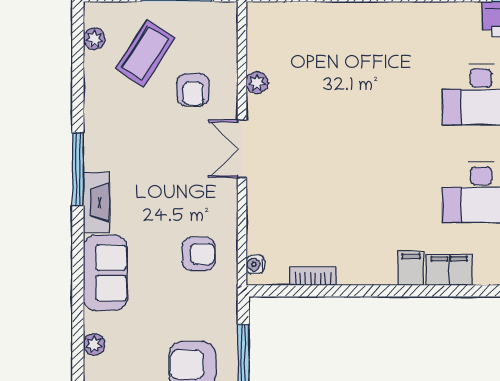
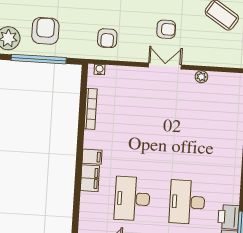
armchair: (193, 90) -> (166, 29), moved, turned 180
bookcase: (313, 276) -> (91, 109), width x1.56

